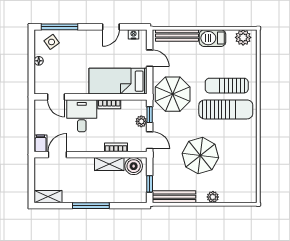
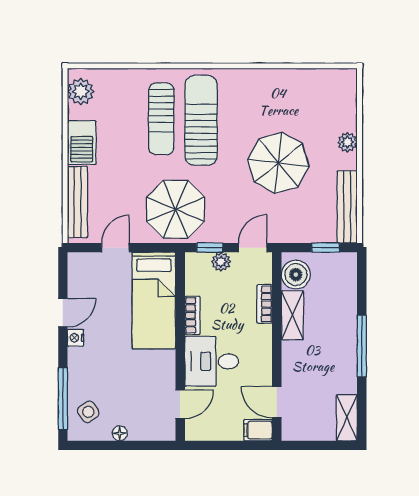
door: (111, 27) -> (63, 313), hinge flipped
nightstand: (134, 34) -> (76, 338), moved

